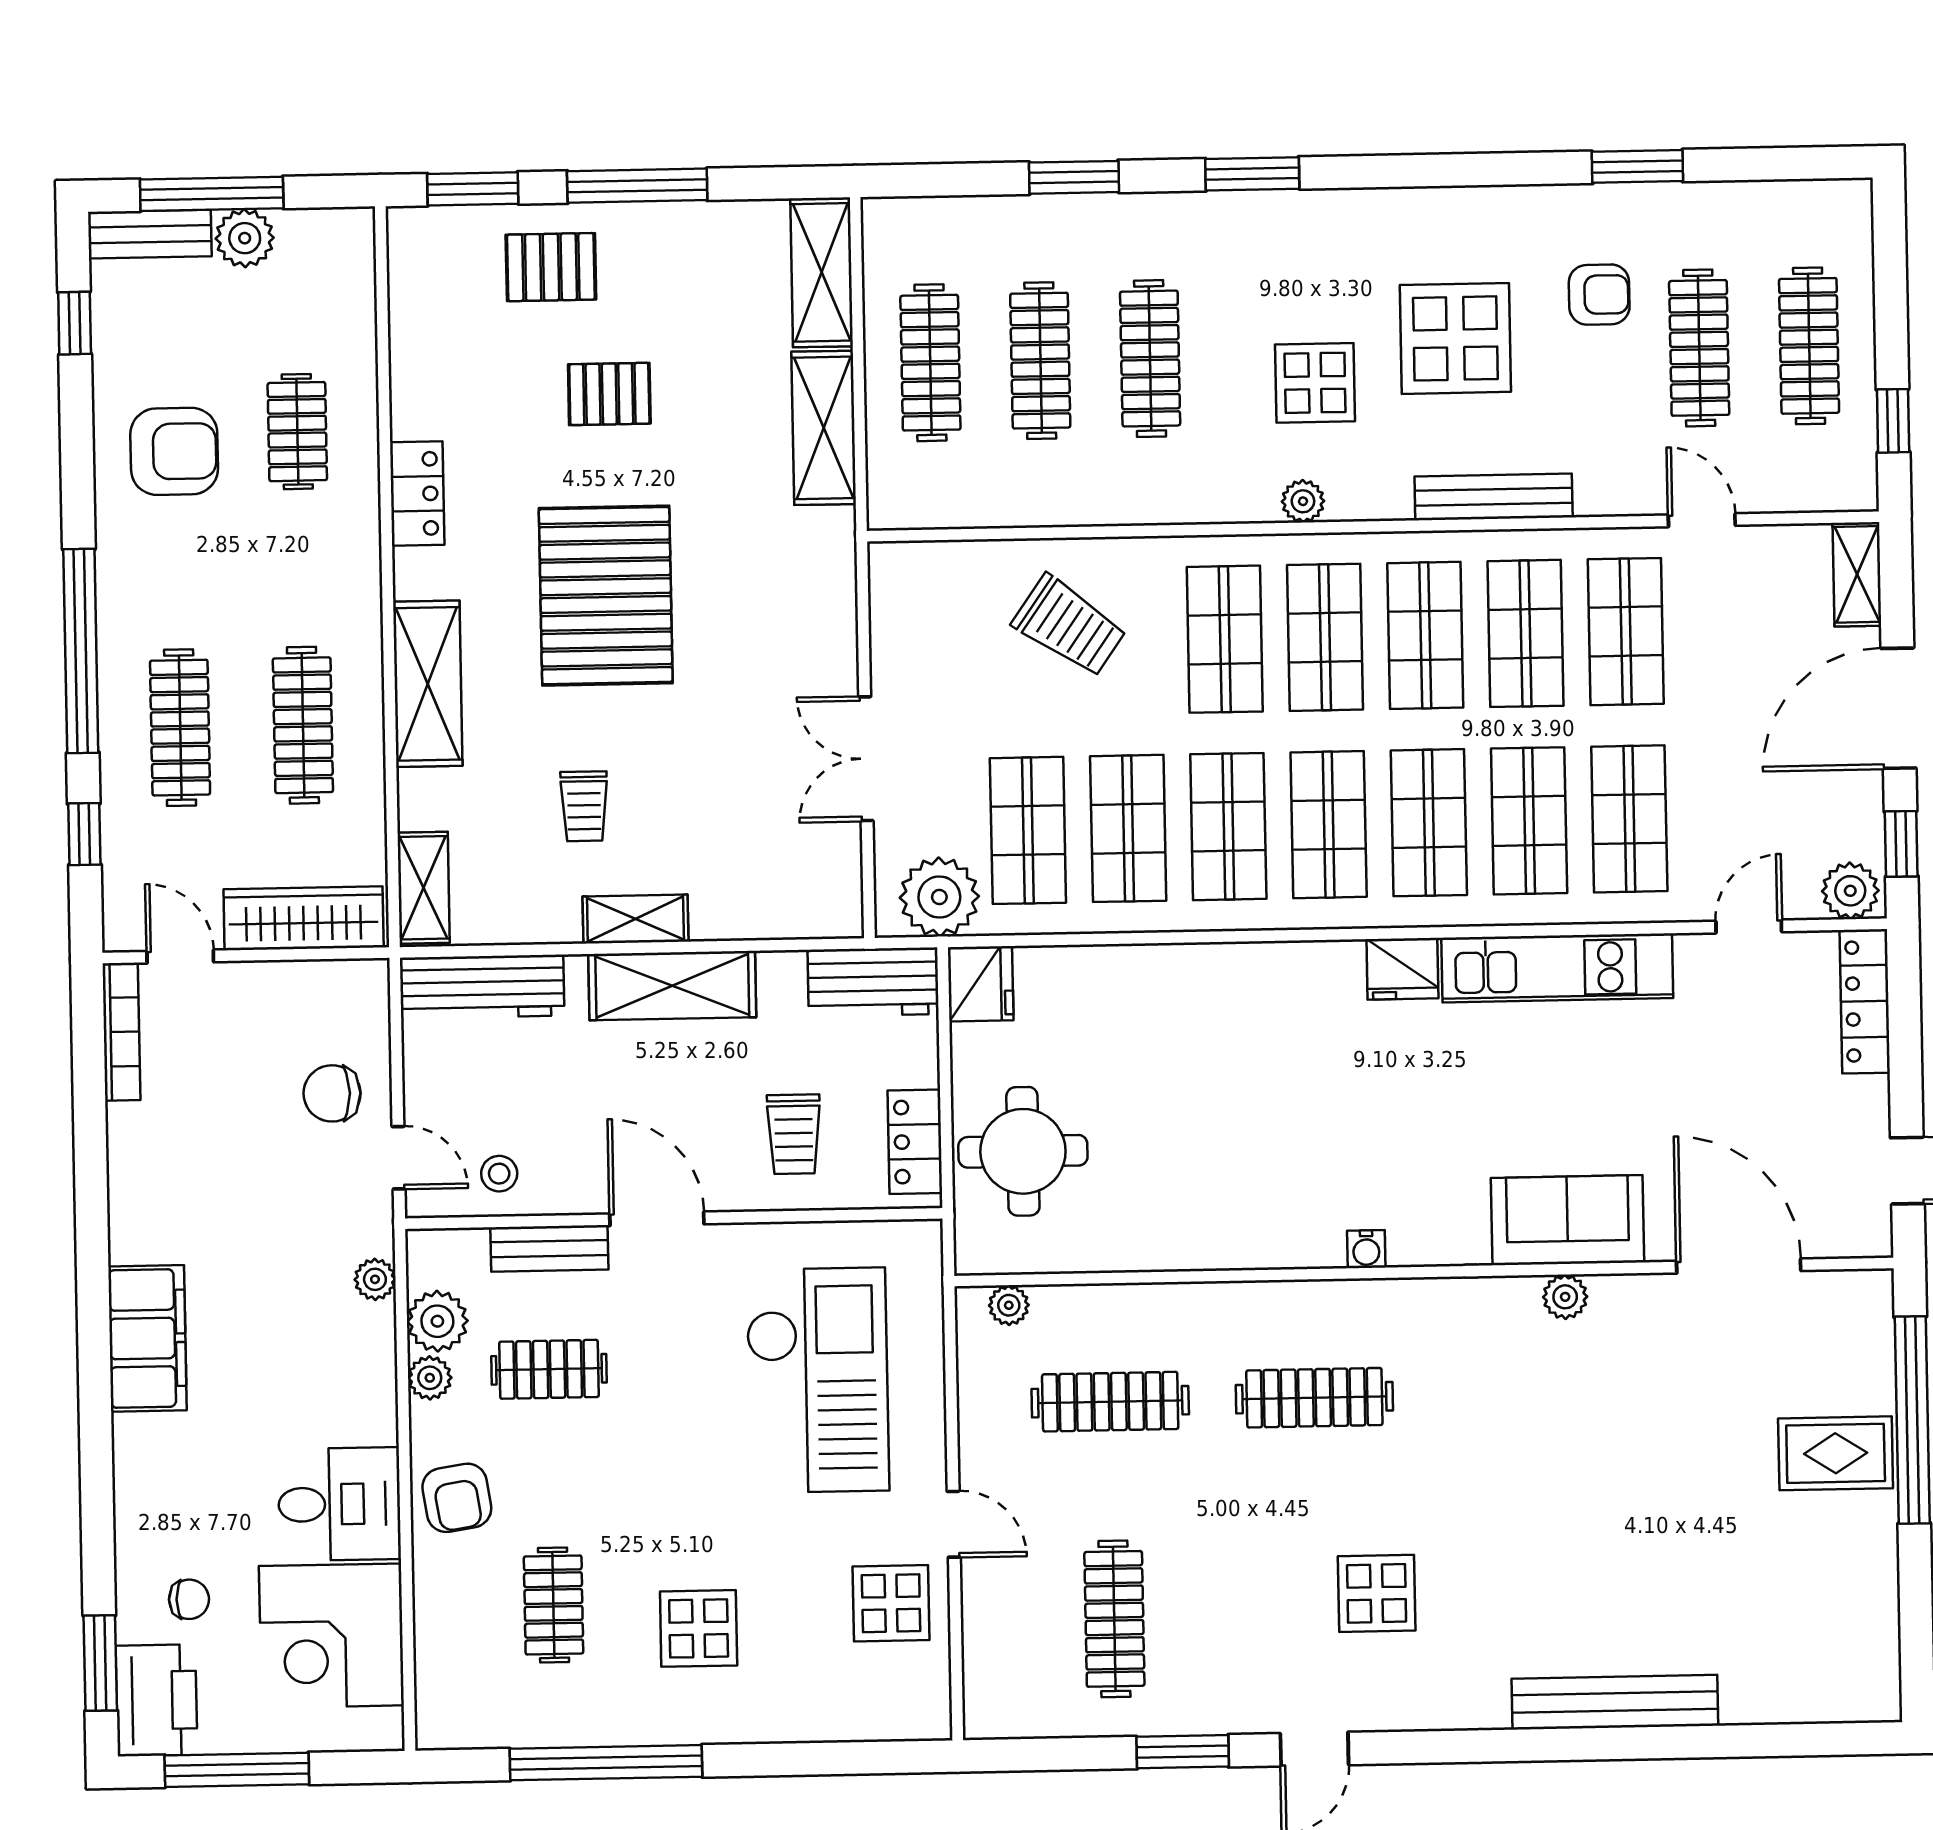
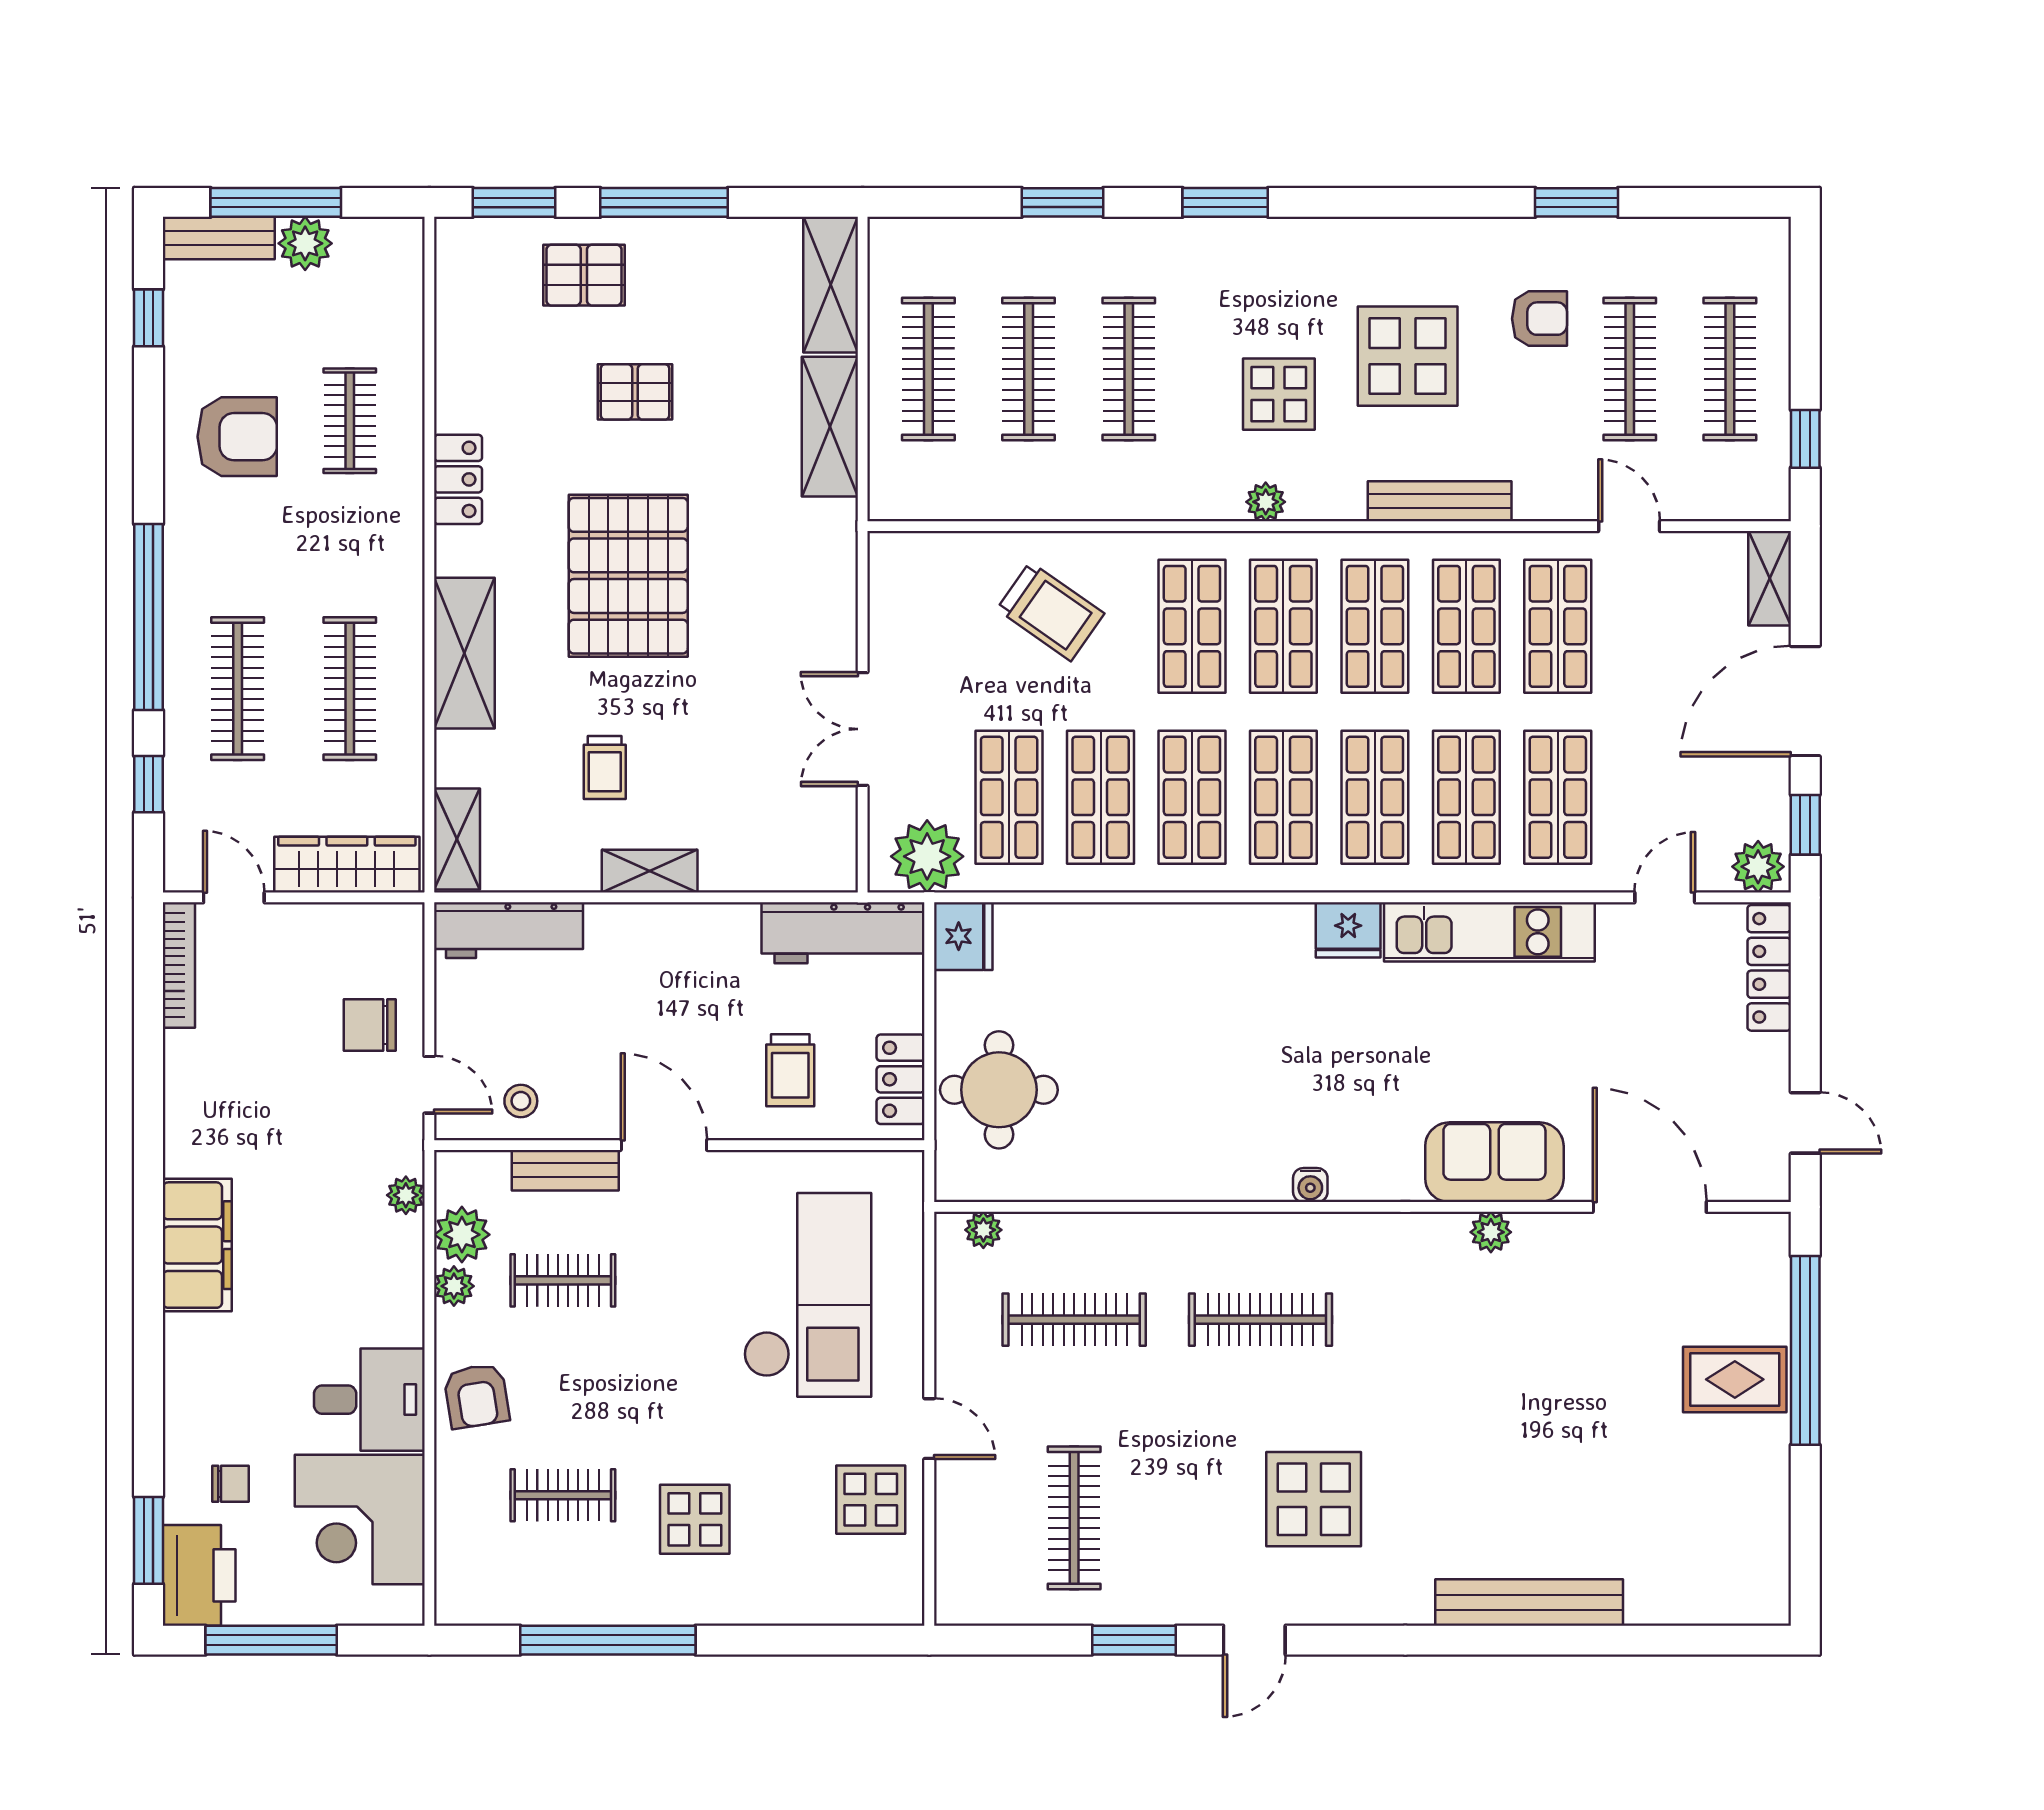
workbench: (873, 982) -> (843, 933), width x1.37
shelving: (672, 986) -> (682, 933), removed
display table: (1377, 1593) -> (1314, 1499), width x1.36, depth x1.36
clothes rail: (554, 1605) -> (563, 1495), turned 90

